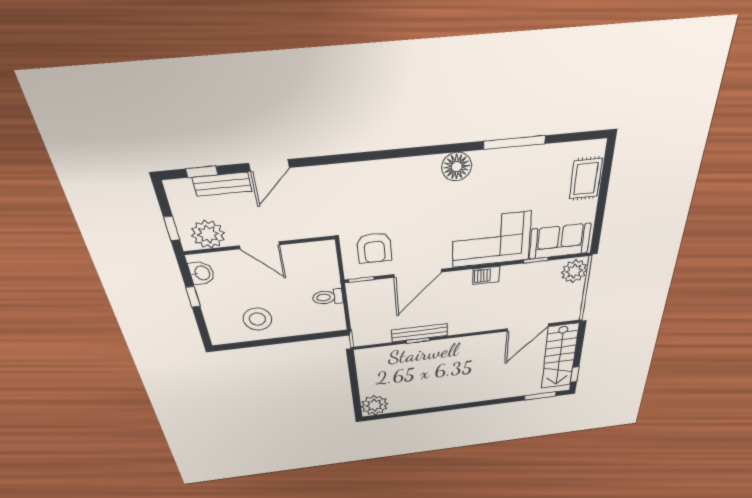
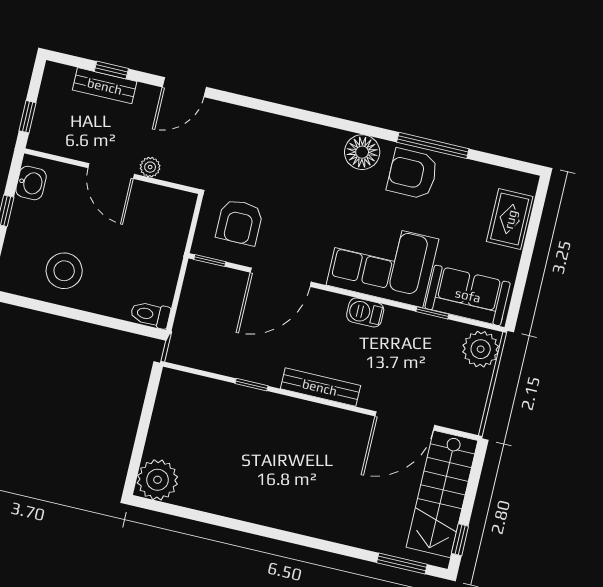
door: (269, 165) -> (184, 87), moved
armchair: (502, 170) -> (413, 174), added
window: (202, 172) -> (111, 70), moved
plant: (208, 234) -> (150, 167), moved, width x0.53, depth x0.53
toilet: (328, 297) -> (150, 315), moved
bench: (420, 333) -> (320, 387), moved

